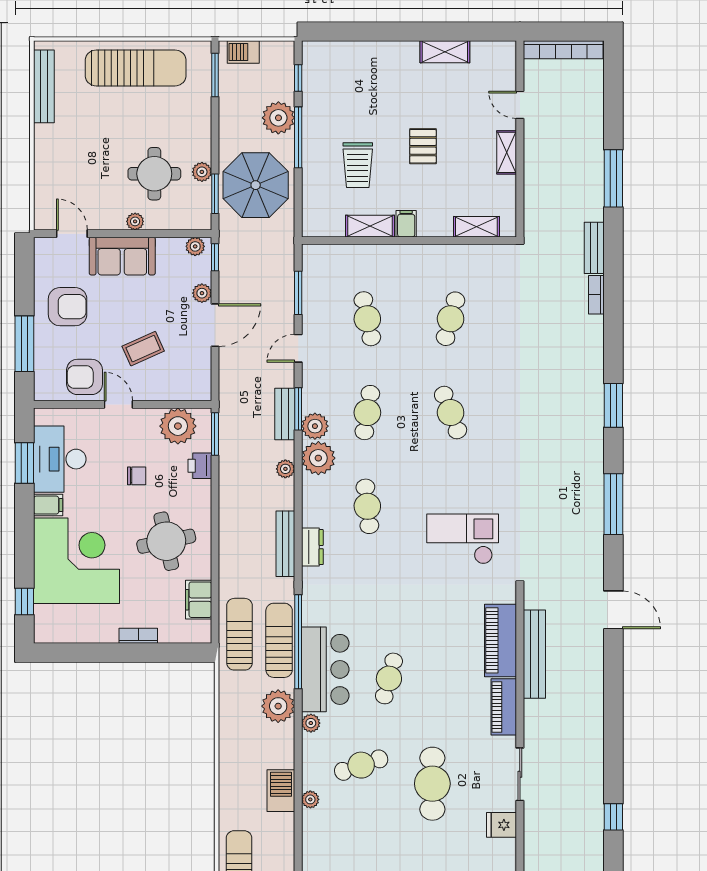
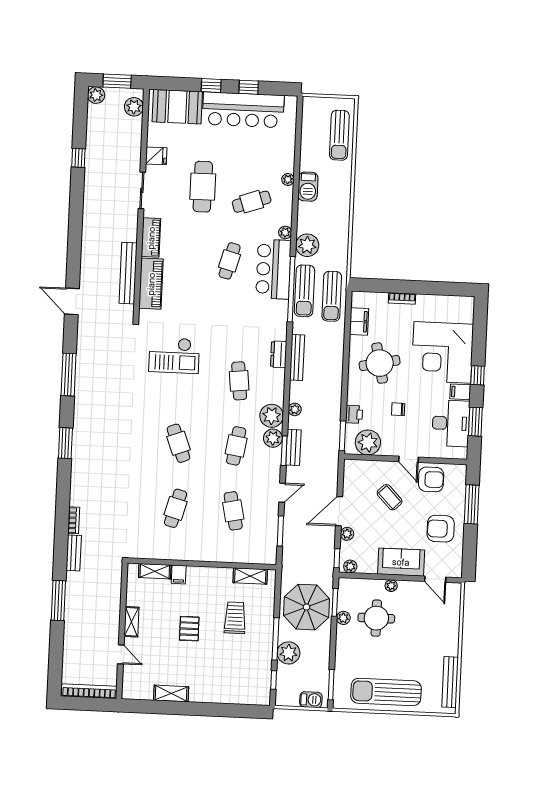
filing cabinet: (406, 224) -> (179, 574), moved
shelving: (370, 226) -> (250, 576), moved
coffee table: (143, 349) -> (390, 497), turned 70
window: (24, 601) -> (478, 375), moved

